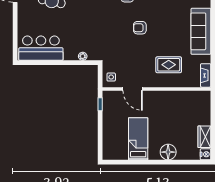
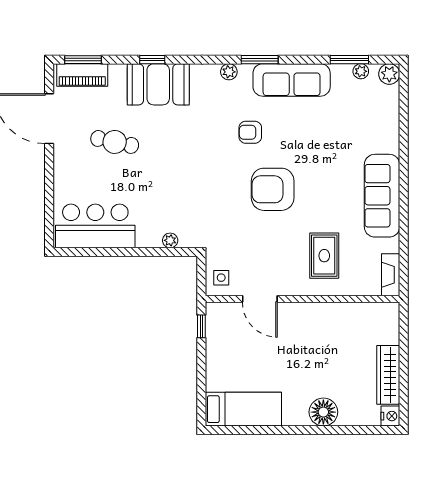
armchair: (140, 28) -> (273, 189), width x1.88, depth x1.88
rug: (169, 65) -> (324, 256), turned 90
wardrobe: (204, 137) -> (388, 375), width x1.50
bed: (138, 139) -> (243, 409), moved, turned 90

